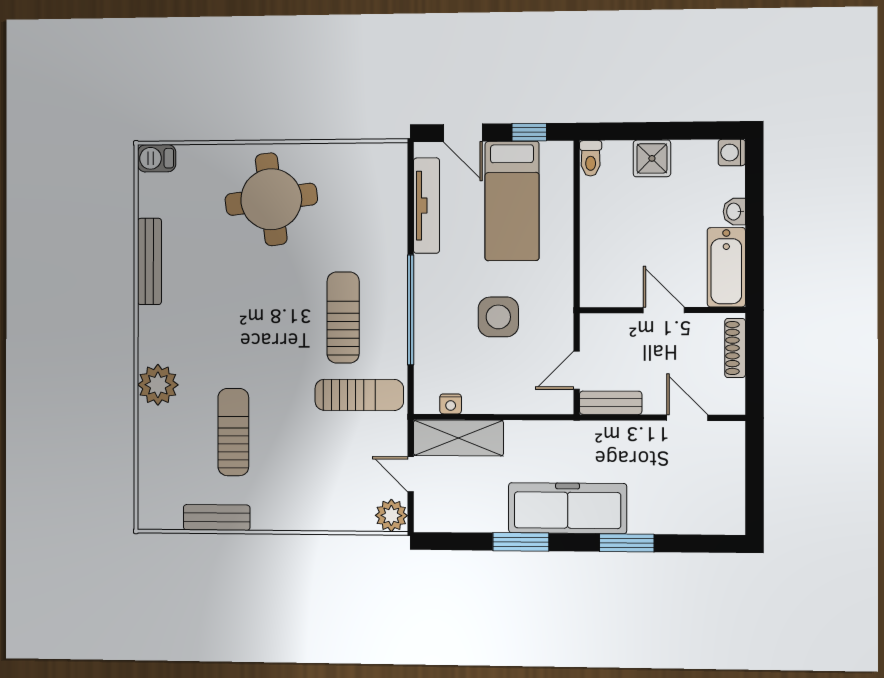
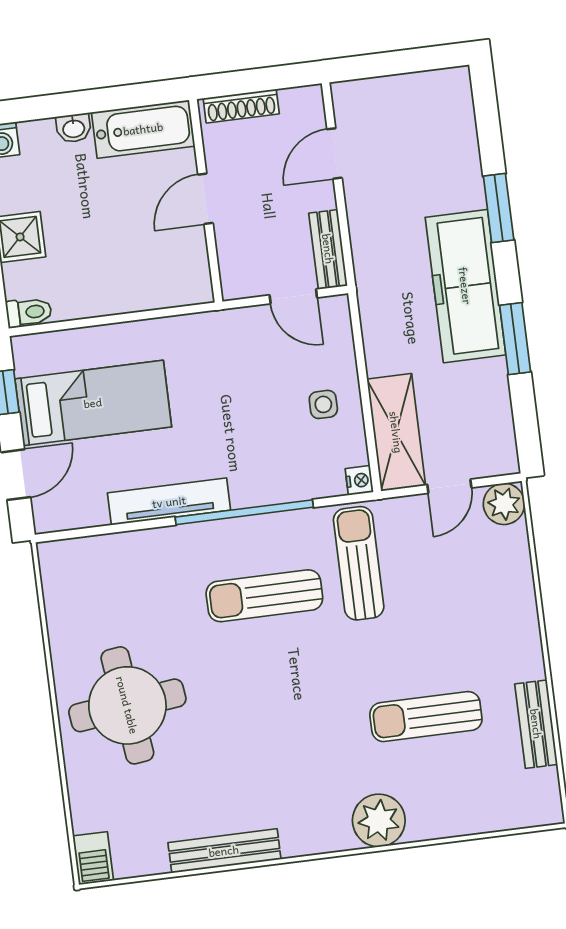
tv unit: (426, 206) -> (169, 502), moved
side table: (498, 317) -> (323, 404), moved, width x0.54, depth x0.54
nightstand: (451, 404) -> (359, 480), moved

